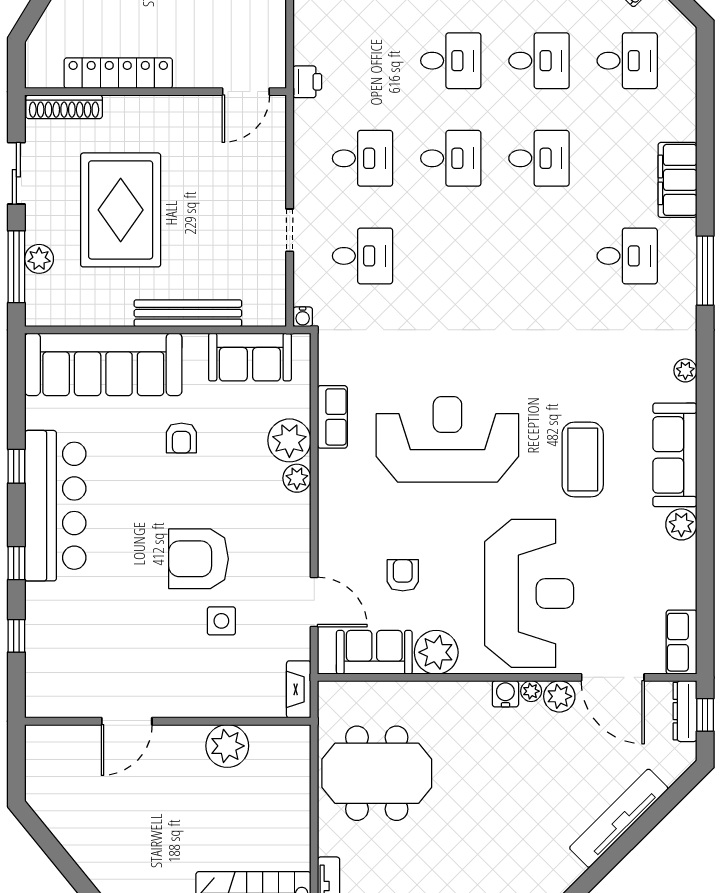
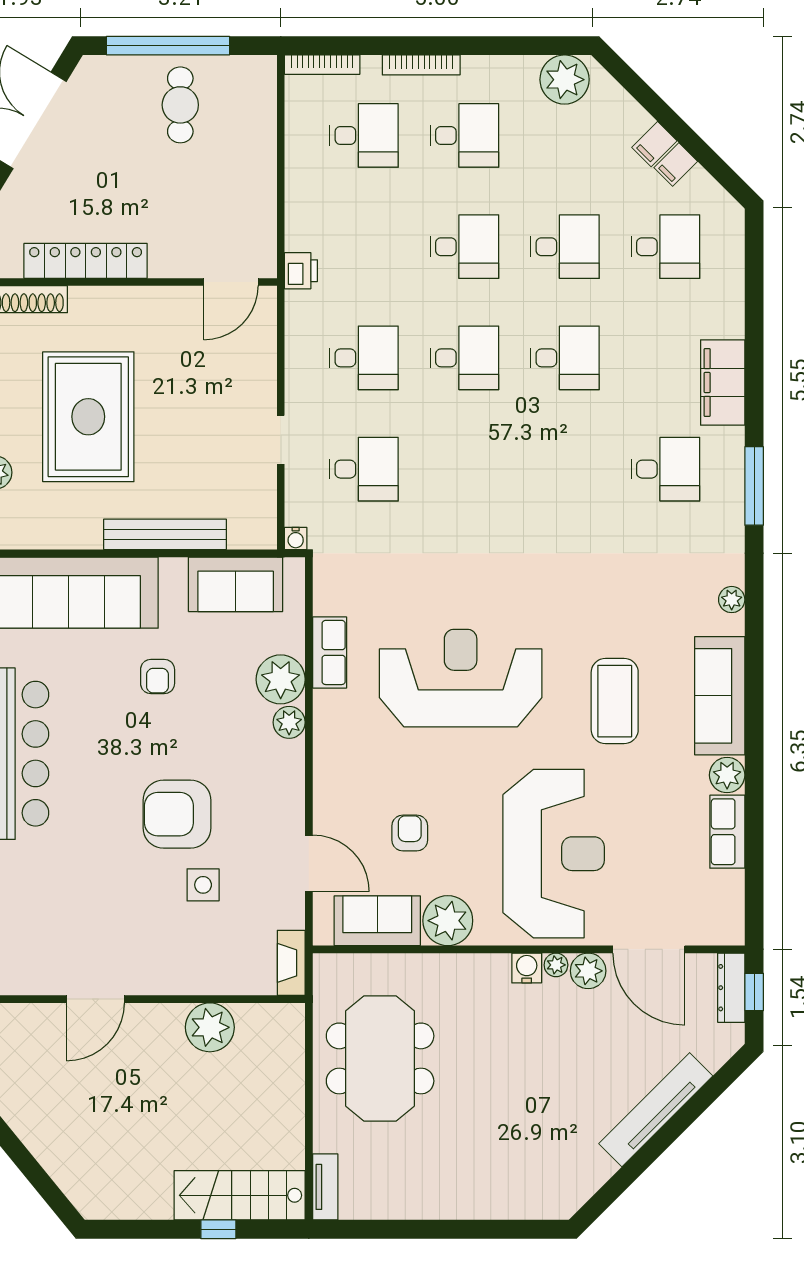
row of seats: (682, 642) -> (727, 832), moved
meeting table: (377, 773) -> (380, 1058), turned 90

